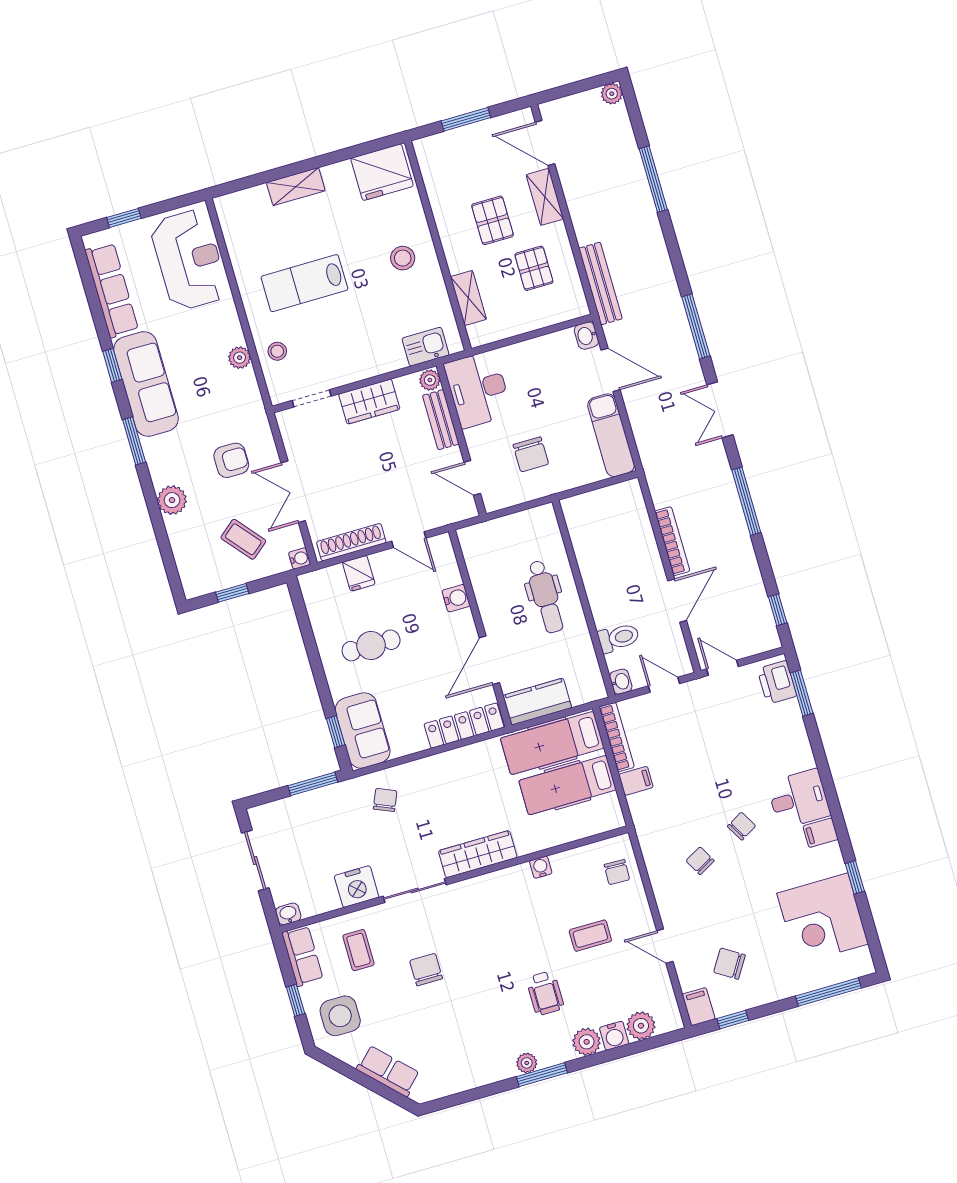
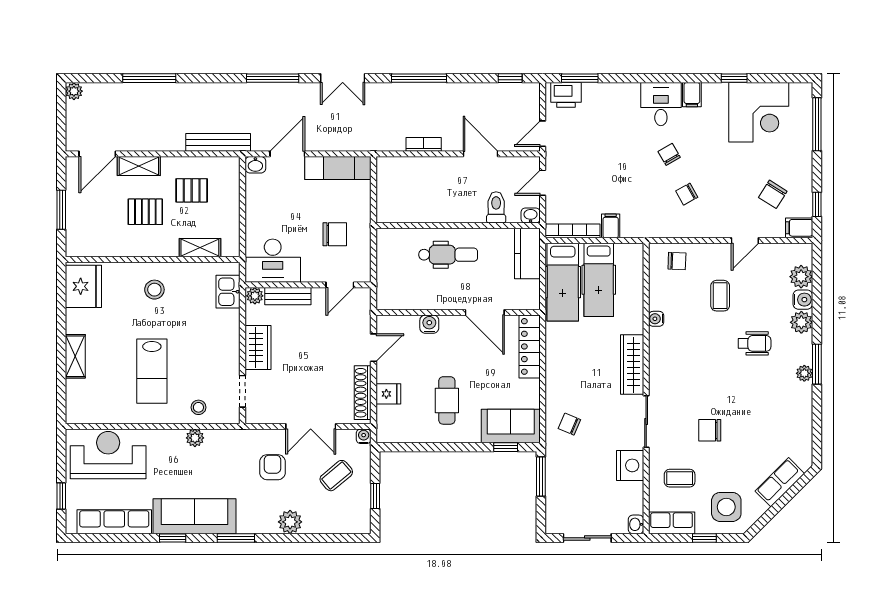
bookcase: (672, 541) -> (424, 144), width x0.64
kitchen counter: (537, 702) -> (527, 254), moved

